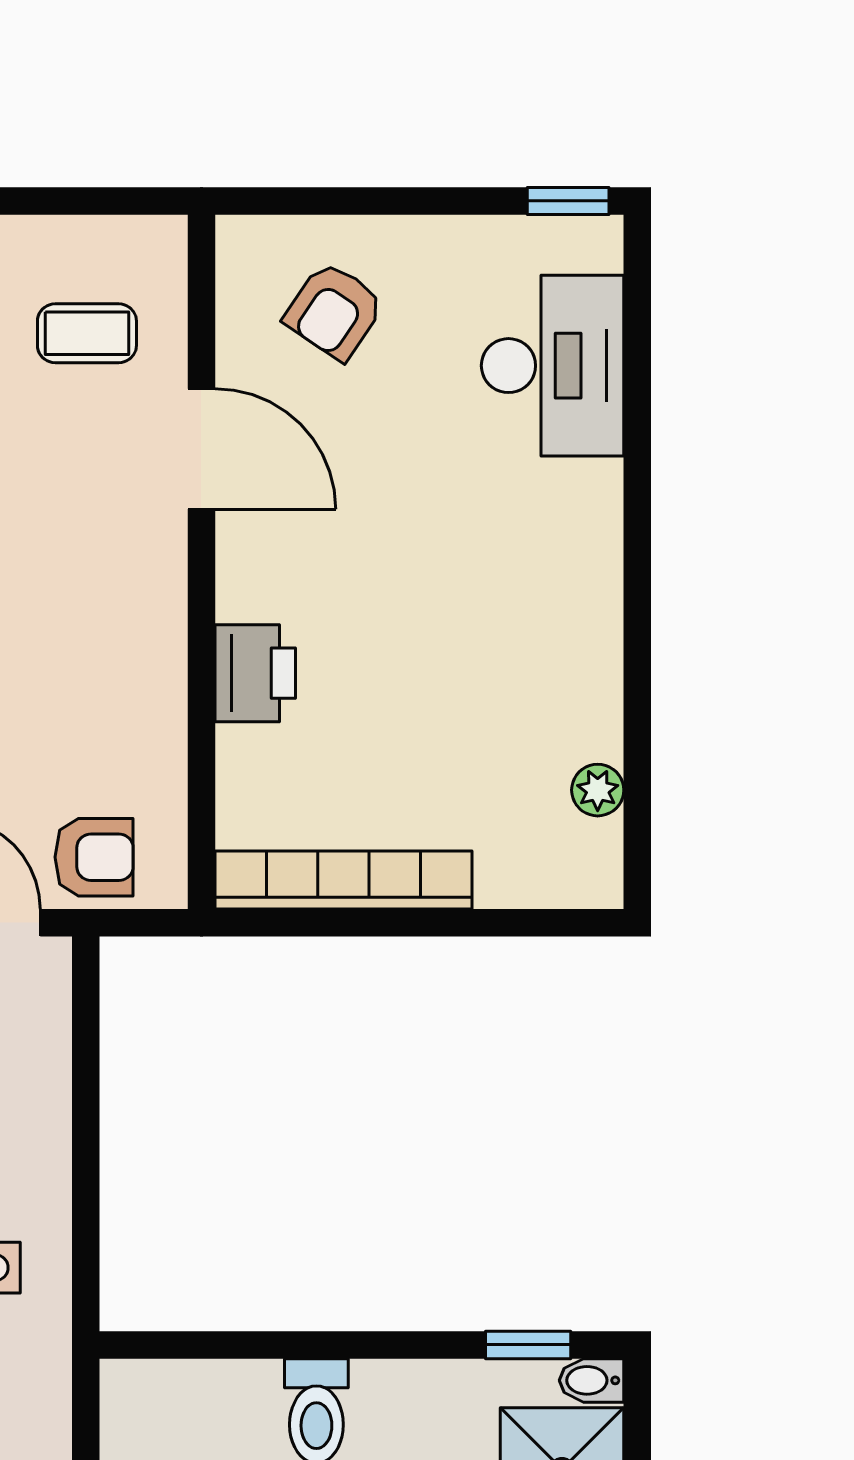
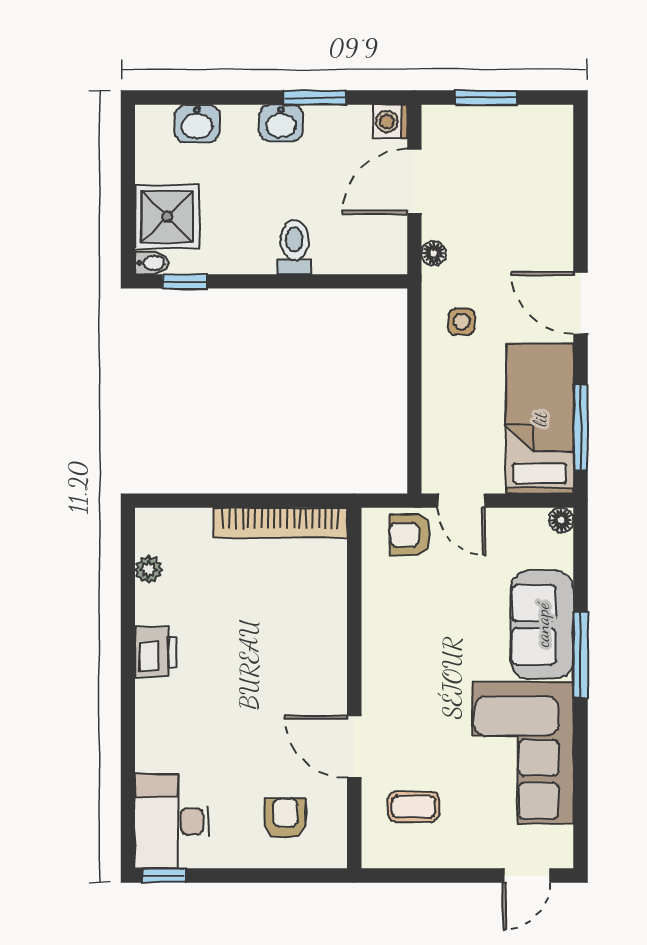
armchair: (334, 311) -> (285, 818), turned -34
desk: (553, 366) -> (172, 821), moved
printer: (255, 673) -> (156, 652), moved, turned 180
floor lamp: (48, 1399) -> (434, 253), added

